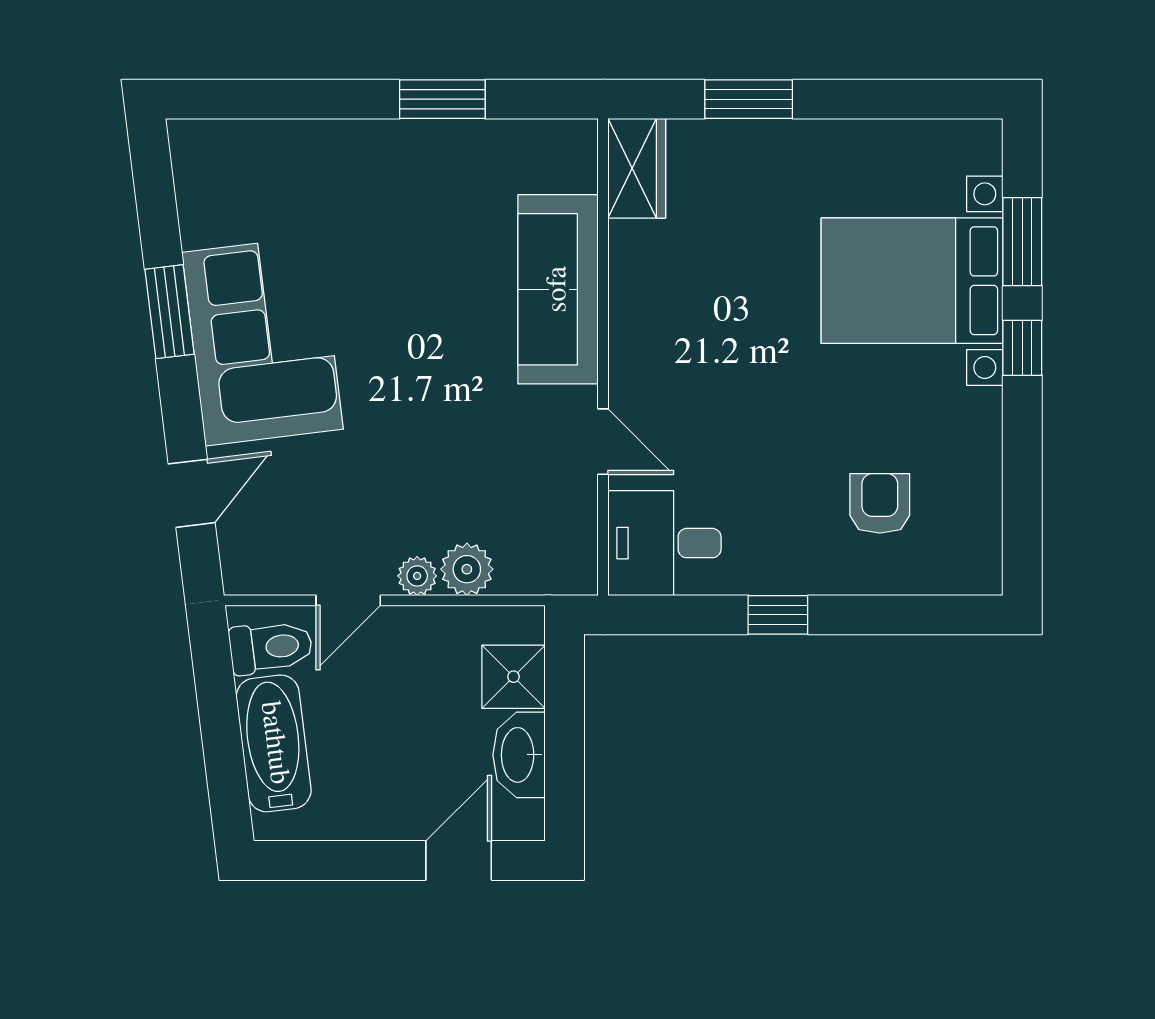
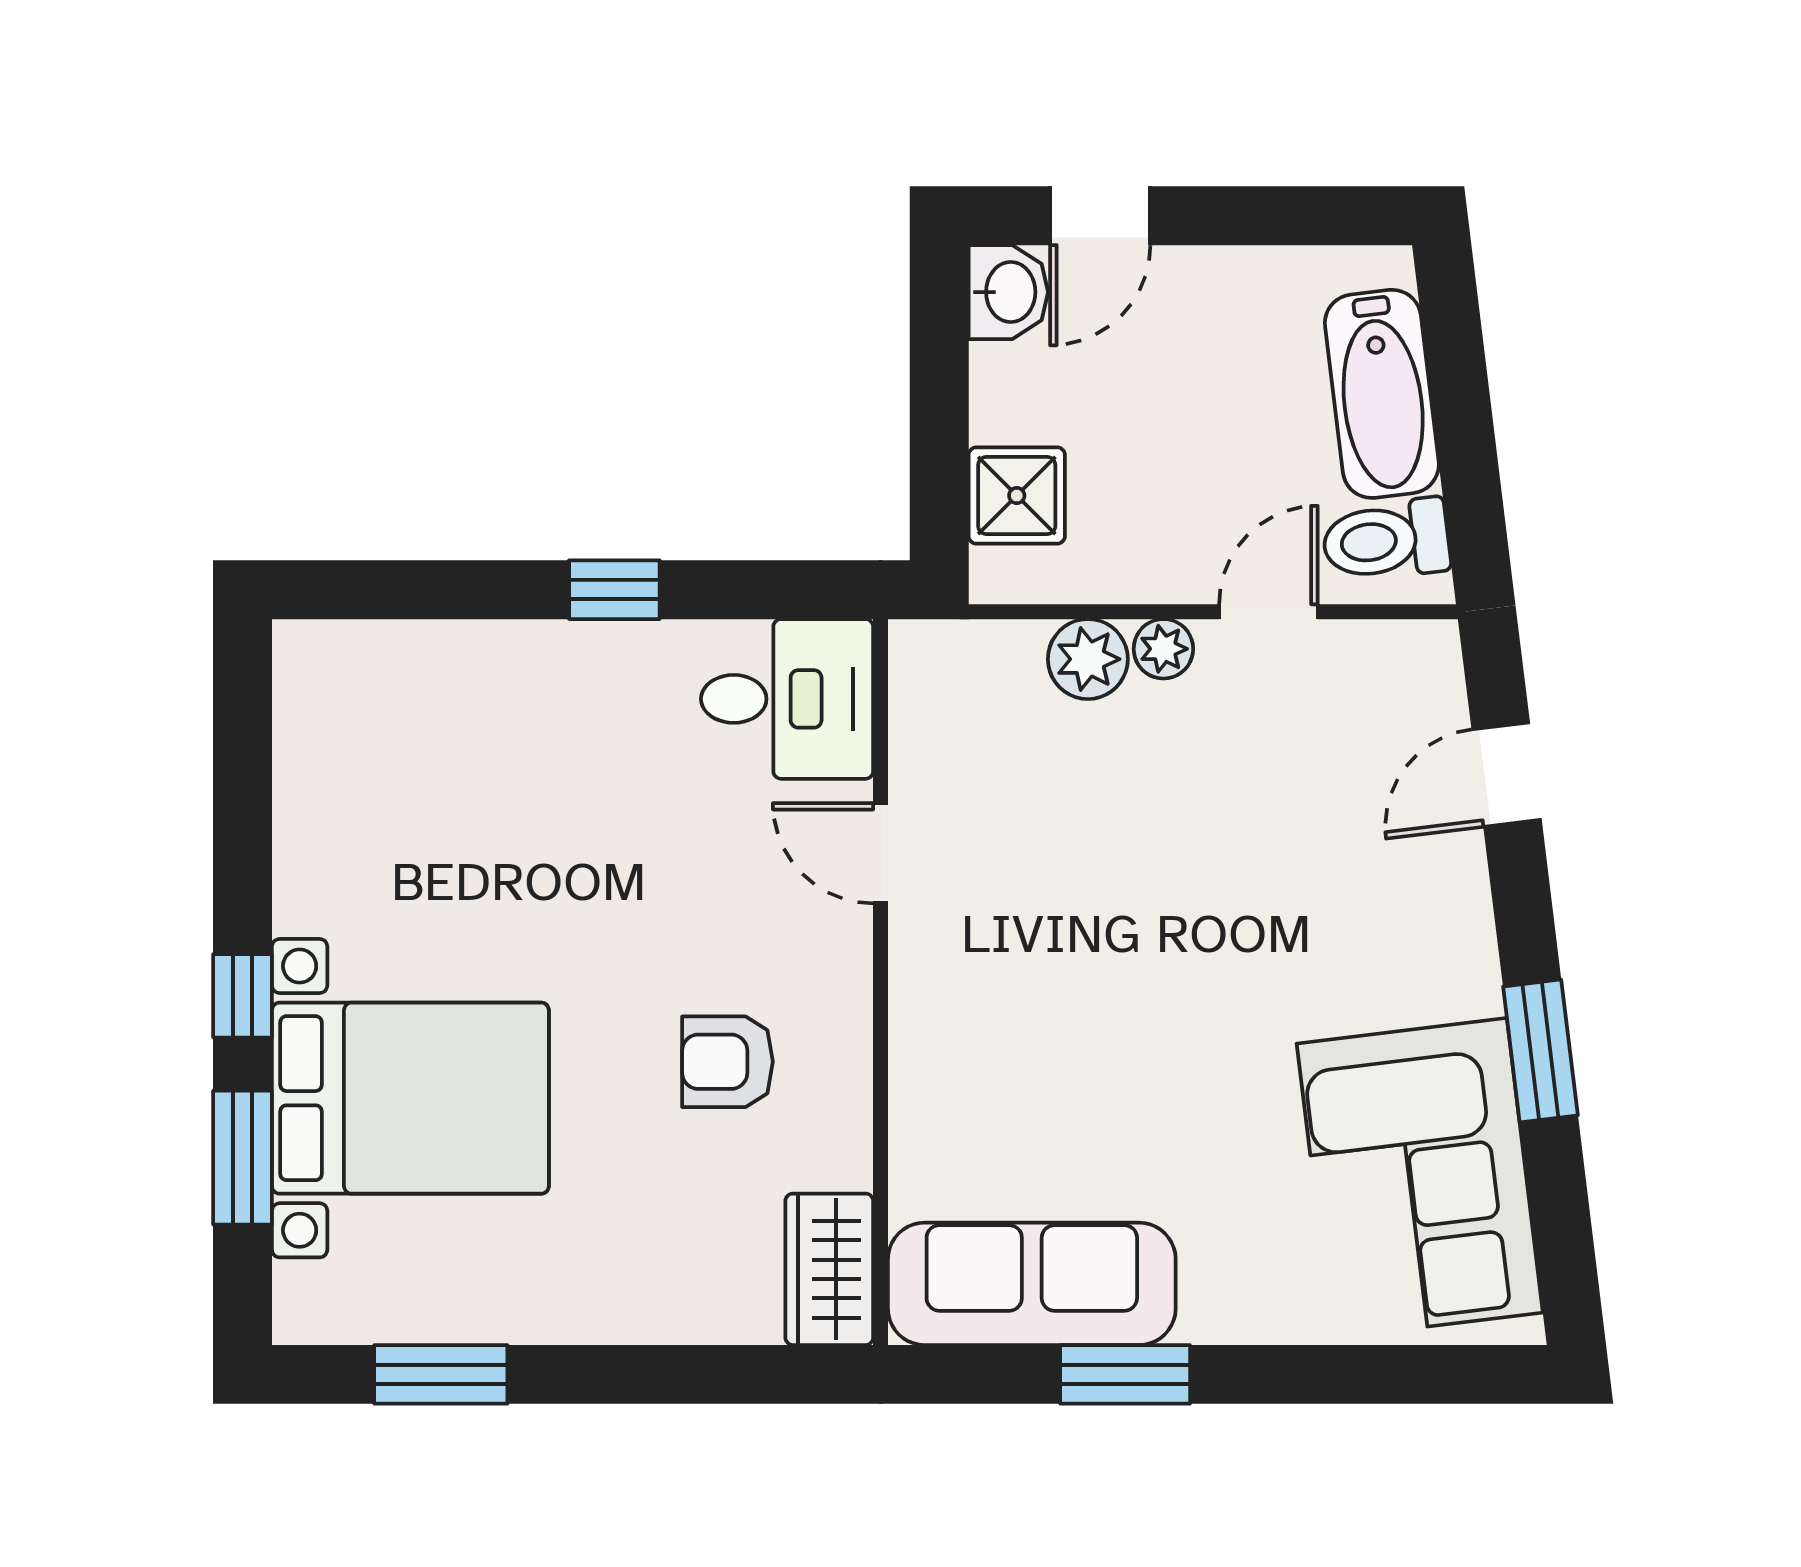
window: (749, 99) -> (441, 1374), moved
sofa: (558, 289) -> (1032, 1284), moved, turned -90
corner sofa: (263, 341) -> (1420, 1178), moved
armchair: (880, 503) -> (727, 1062), moved, turned 90
washbasin: (519, 755) -> (1008, 292), moved, width x0.72

